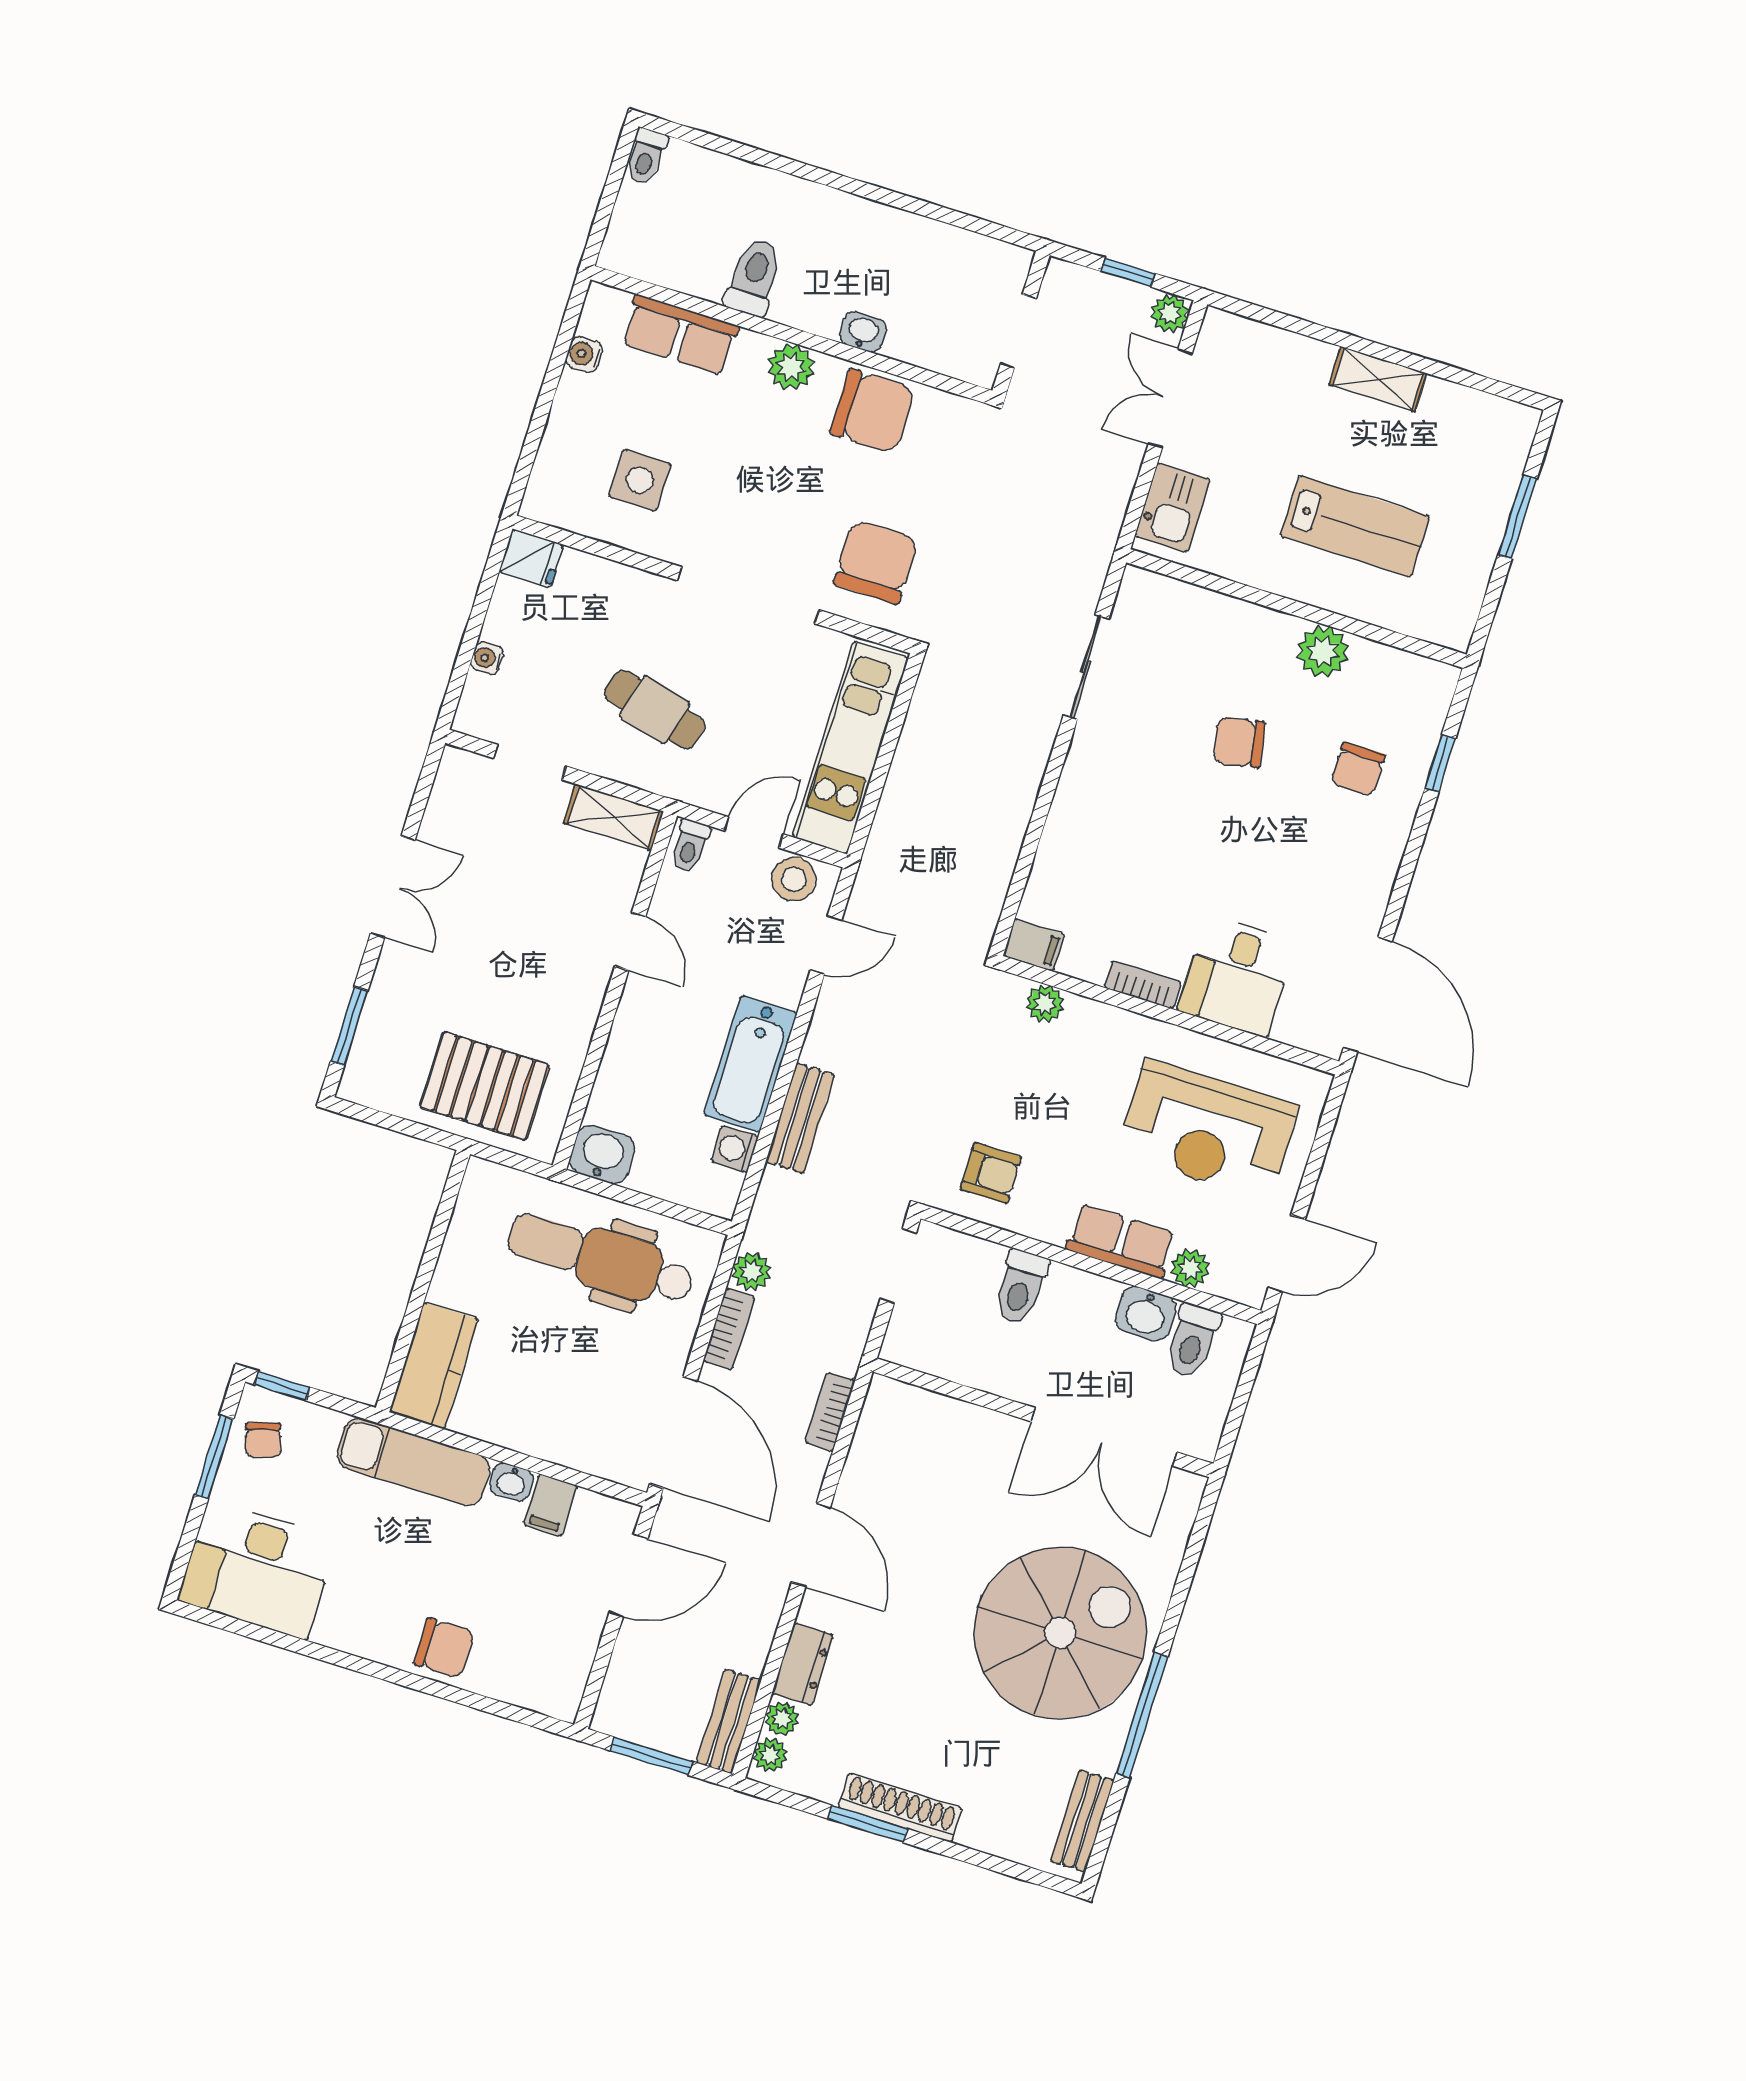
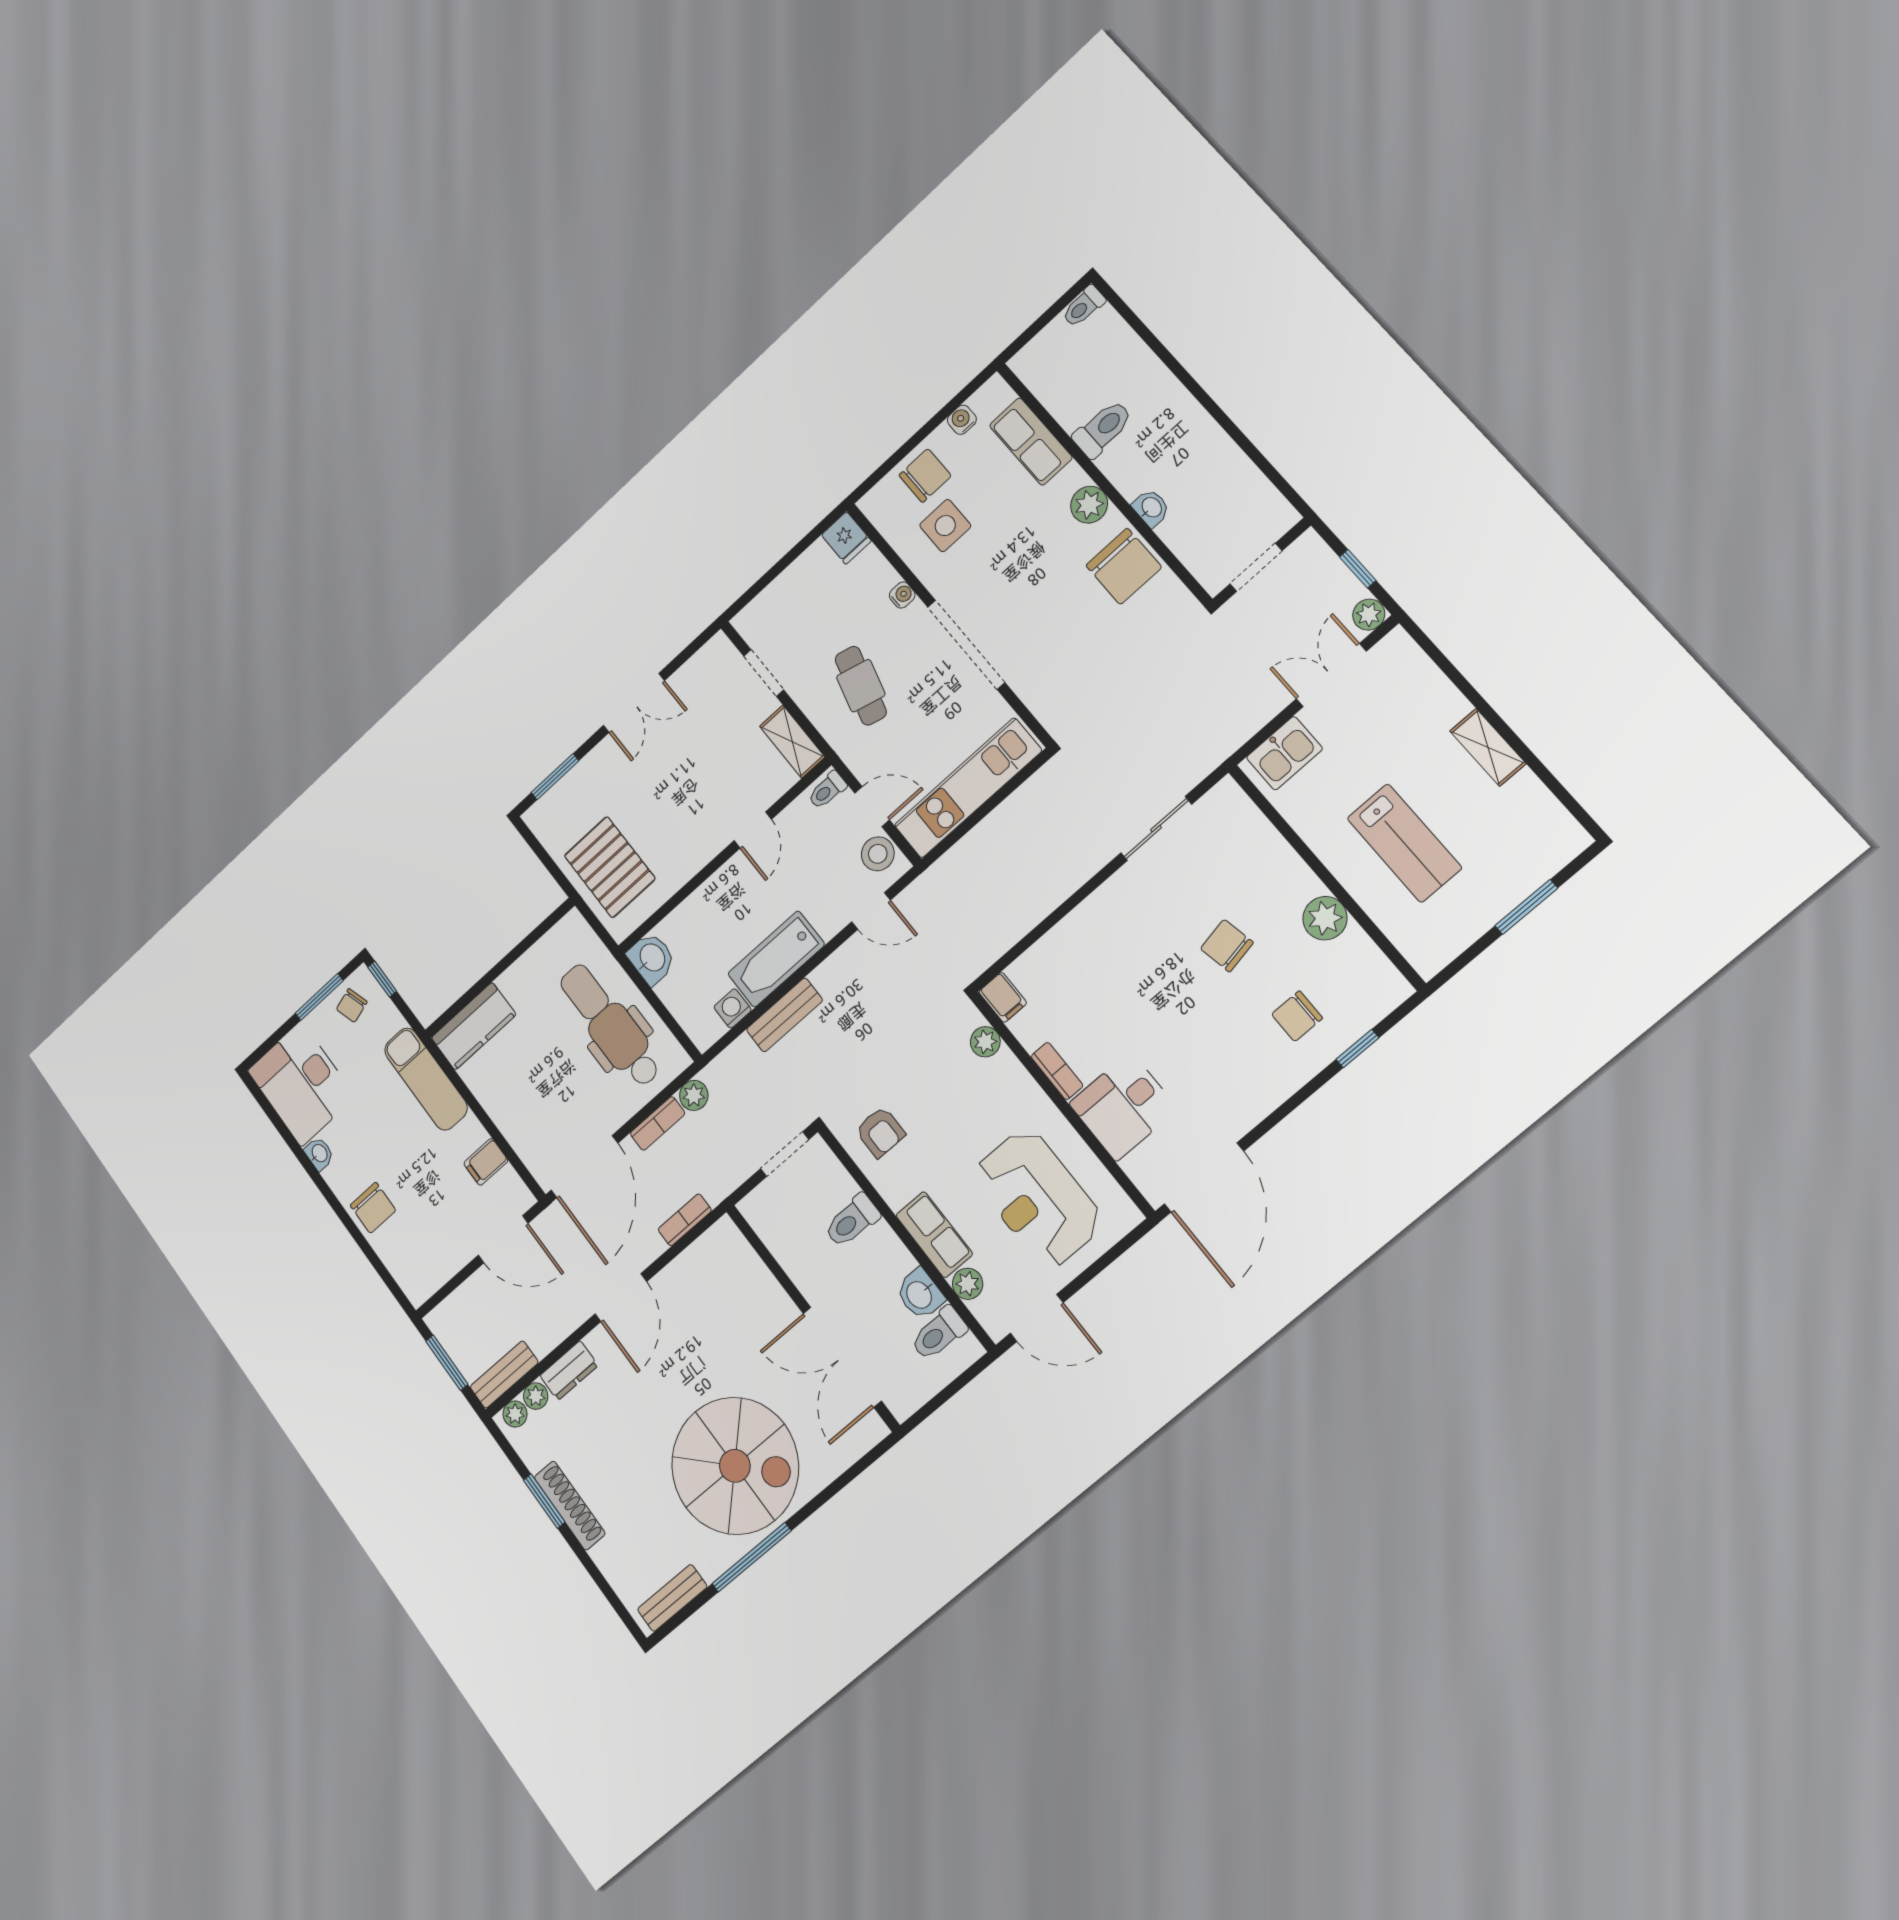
chair: (876, 562) -> (925, 476), moved, width x0.73, depth x0.73
water cooler: (487, 658) -> (902, 595), moved, turned 90
washbasin: (512, 1482) -> (319, 1154), moved, turned 180

